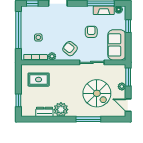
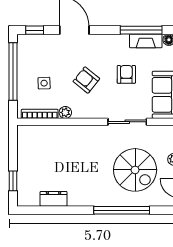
armchair: (70, 49) -> (86, 80), moved
rug: (39, 80) -> (44, 149), removed
plant: (61, 110) -> (79, 195), removed
window: (88, 119) -> (122, 210), width x1.46

